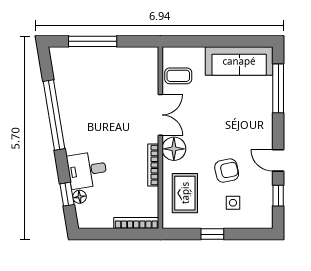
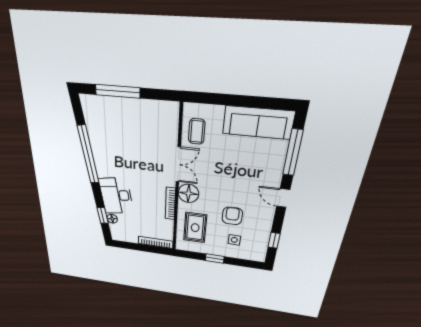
coffee table: (178, 76) -> (197, 131), turned 90
door: (278, 160) -> (283, 198), moved
desk: (87, 170) -> (116, 196), width x1.37
armchair: (227, 171) -> (232, 216), turned -78

